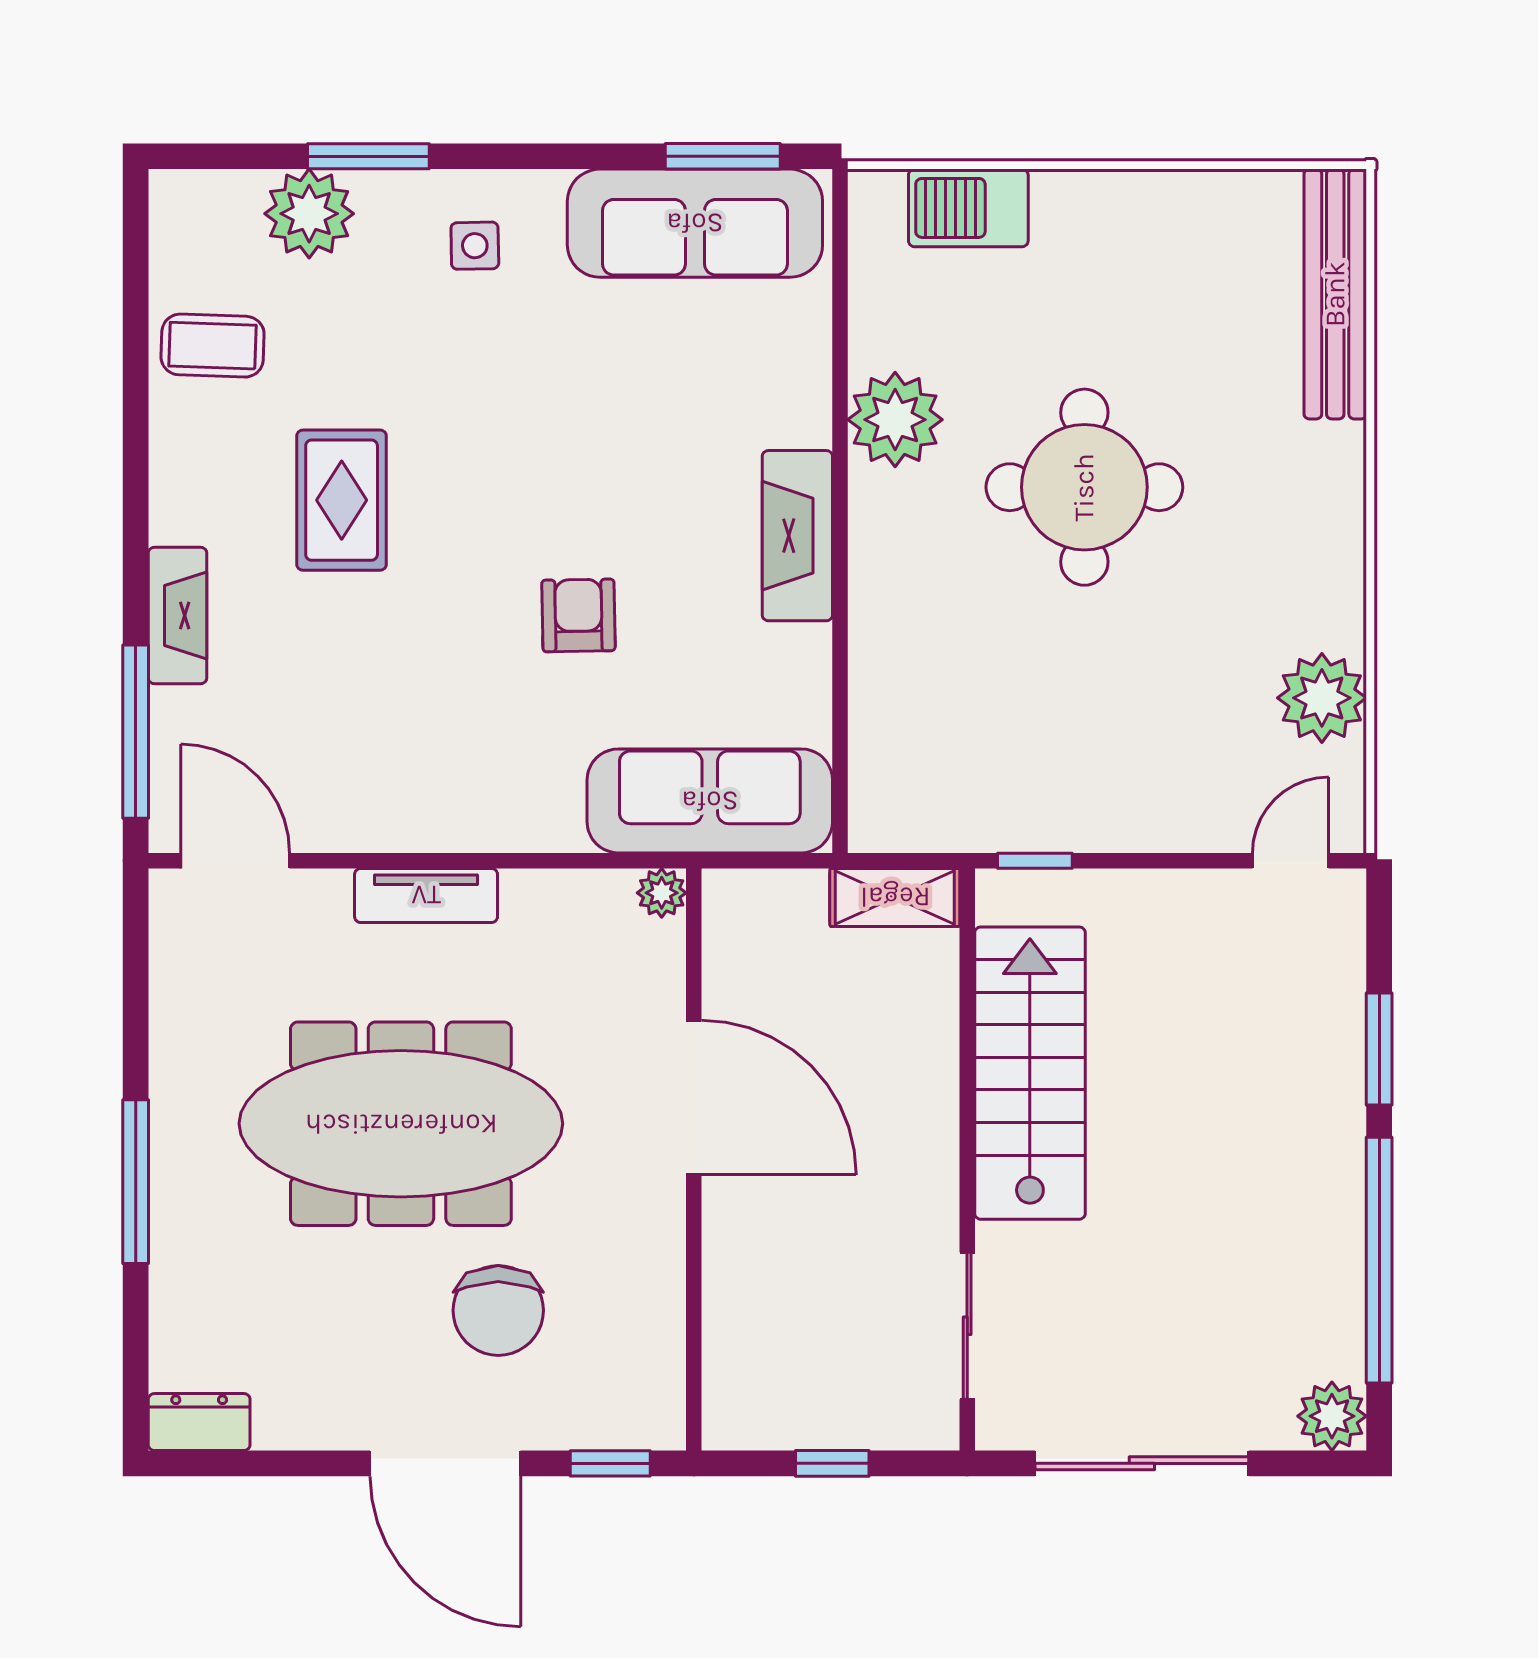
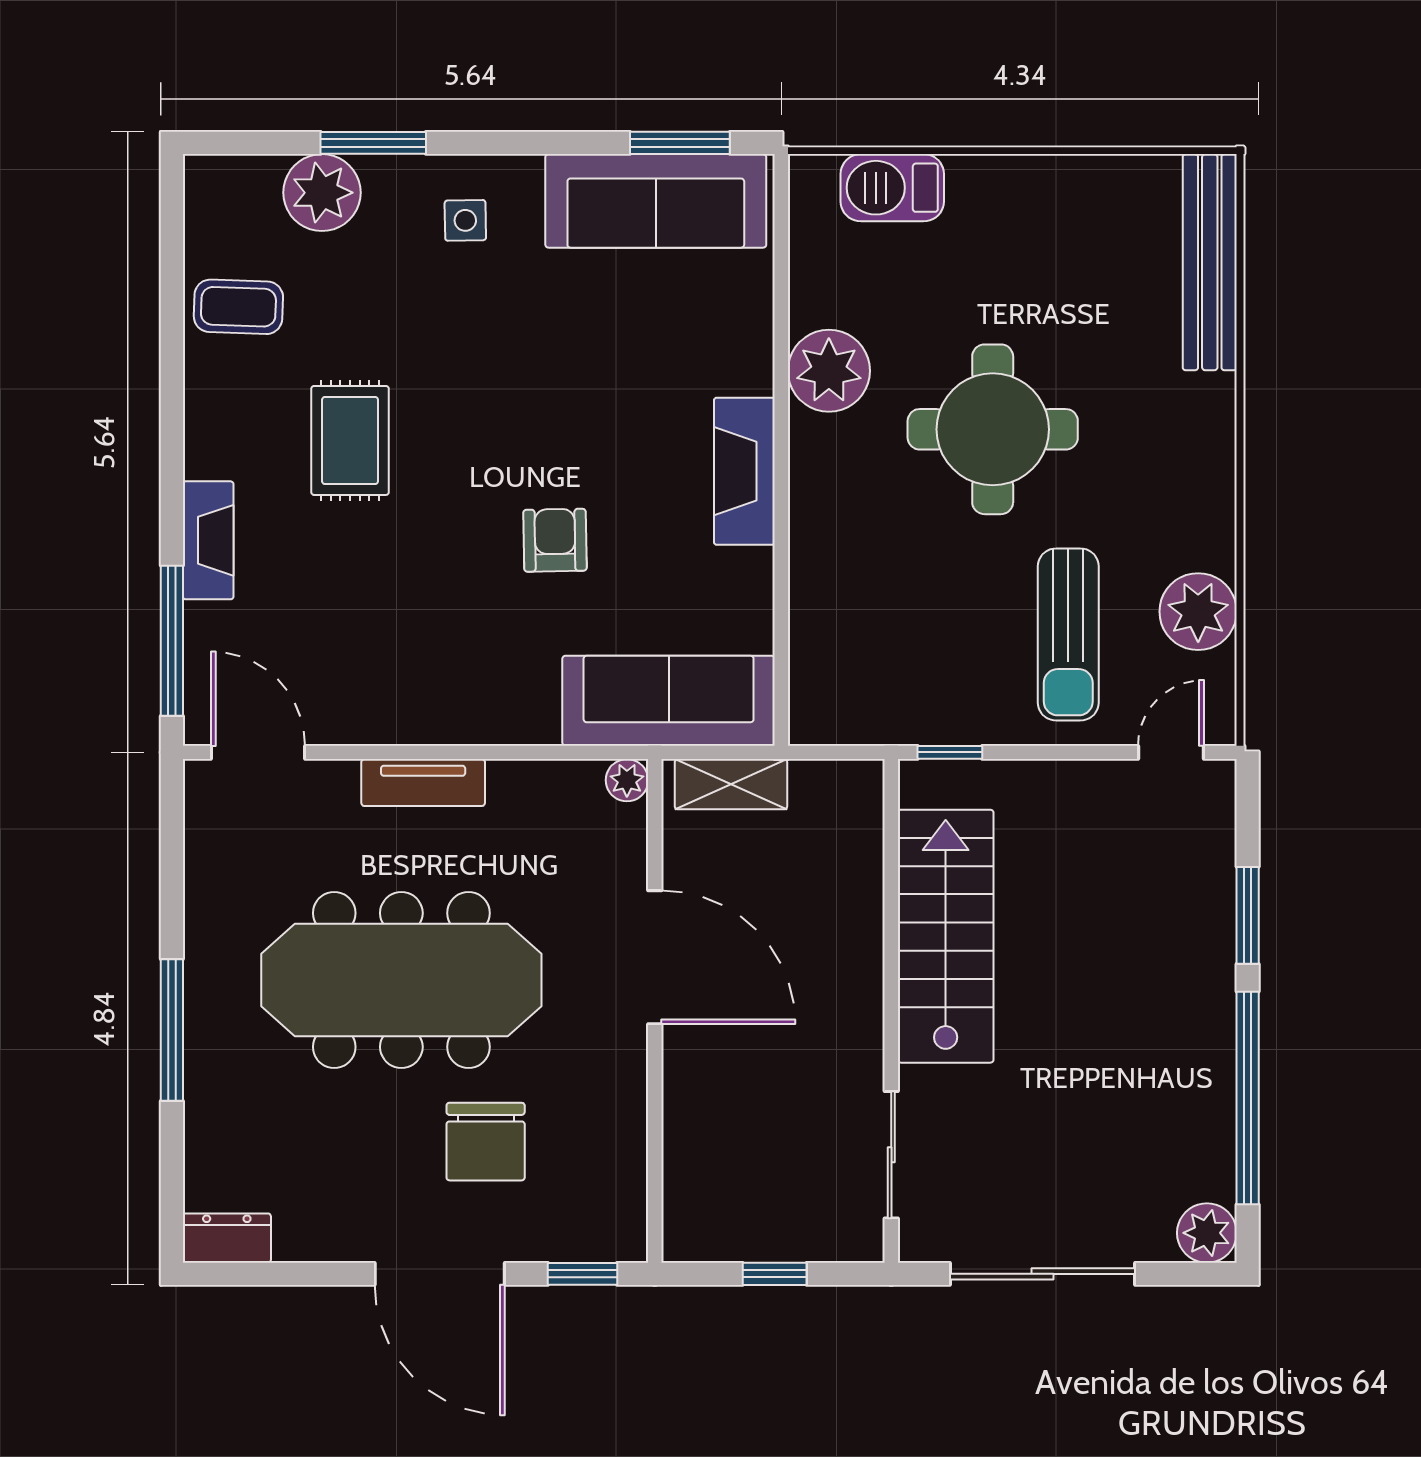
sun lounger: (1172, 724) -> (1068, 634), added
shelving: (895, 897) -> (731, 784), moved

